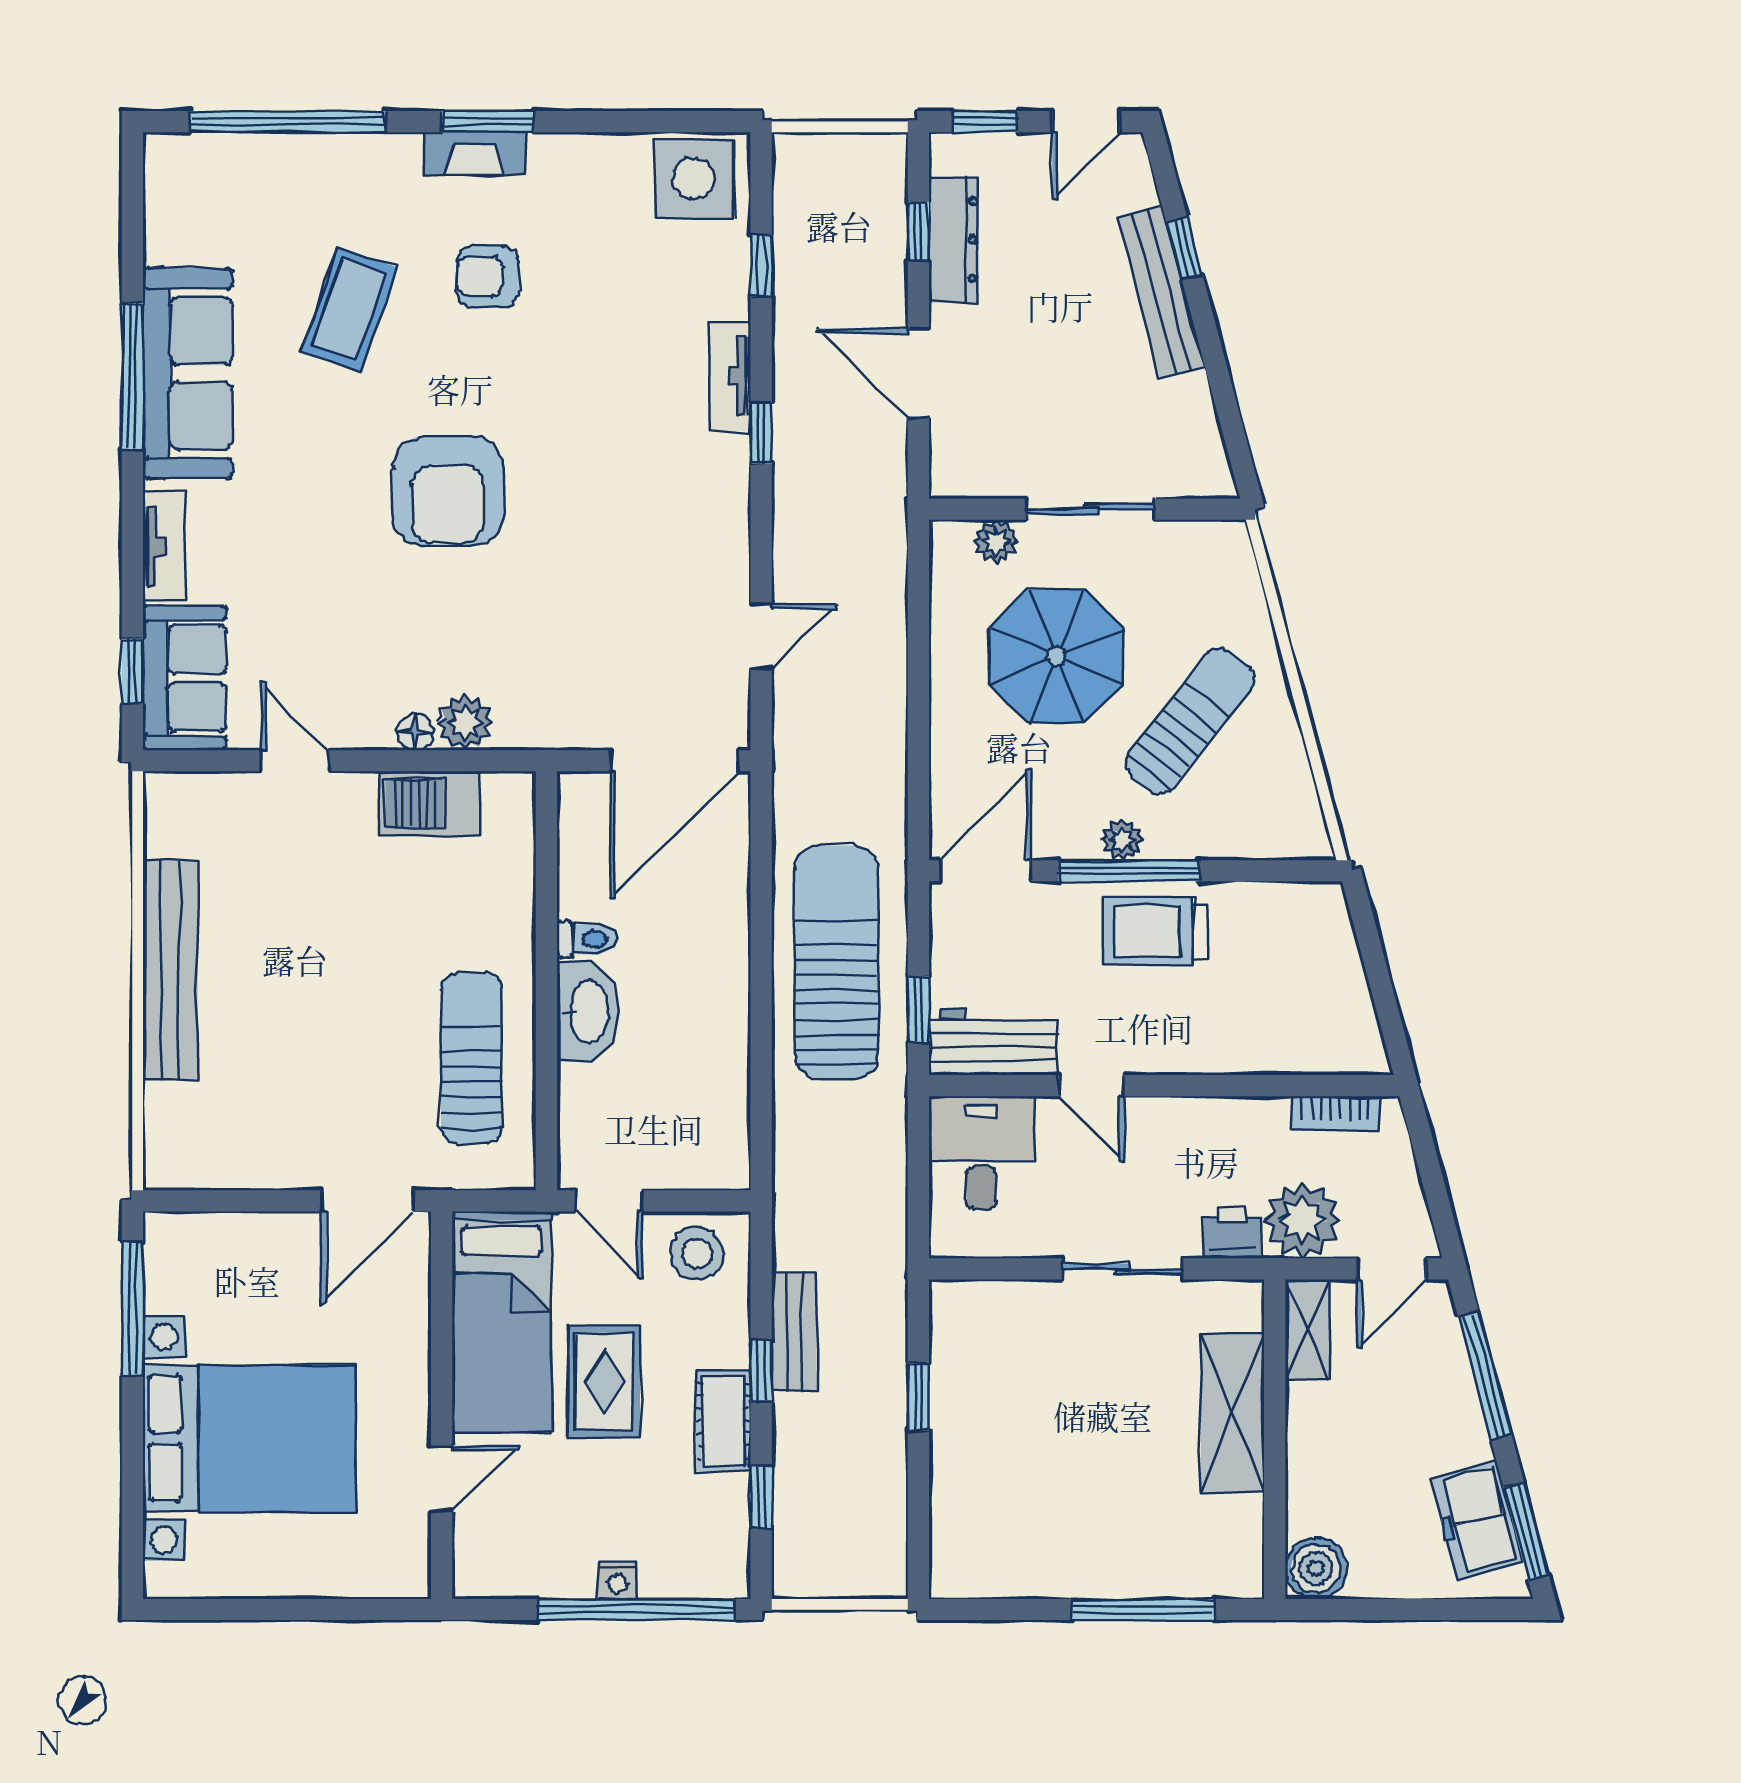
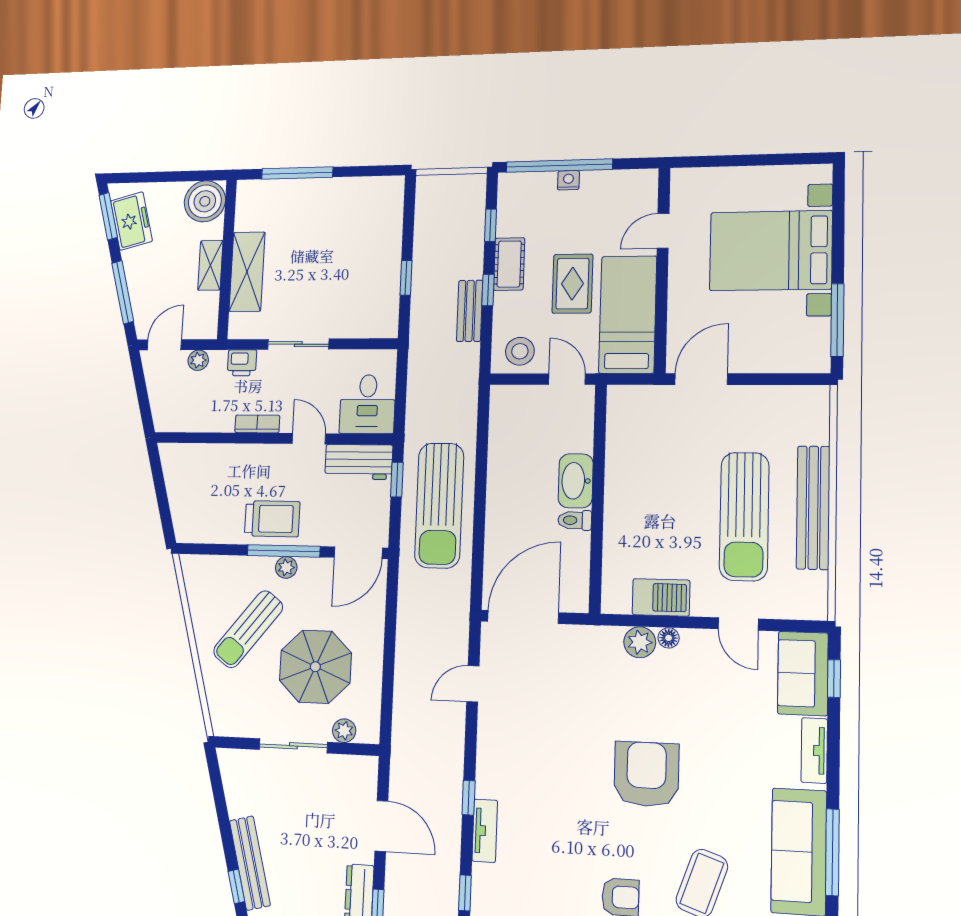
sun lounger: (471, 1058) -> (744, 516), moved, width x1.36, depth x1.34
bookcase: (1335, 1113) -> (257, 424), moved
plant: (1303, 1220) -> (198, 360), width x0.53, depth x0.53
shelving: (1308, 1330) -> (210, 265), moved
boiler: (1316, 1568) -> (205, 201), width x1.37, depth x1.37

